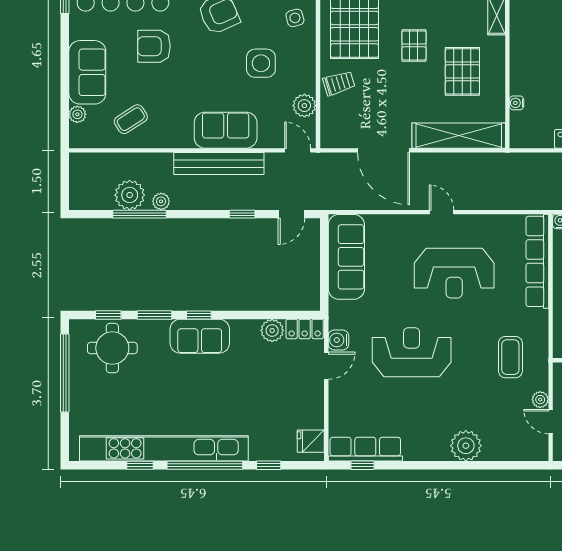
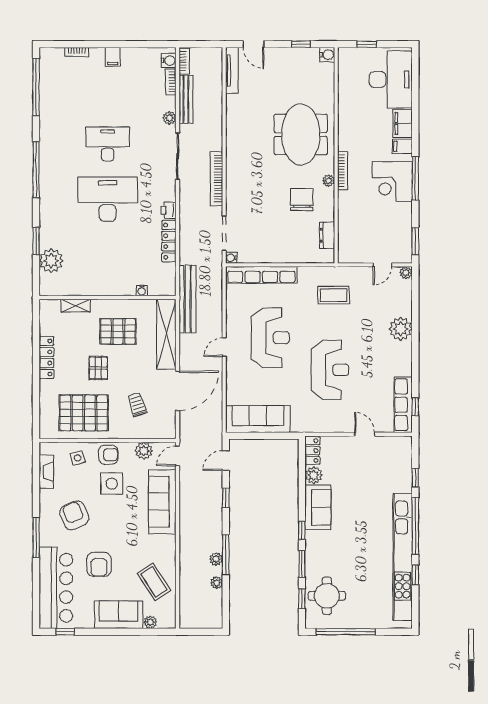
pallet: (414, 45) -> (98, 368), turned 90
armchair: (299, 59) -> (108, 455), added
trolley: (339, 83) -> (137, 405), moved
coffee table: (131, 119) -> (154, 582), width x1.36, depth x1.30
sofa: (226, 130) -> (162, 502), width x1.36
bench: (219, 164) -> (188, 299), moved
plant: (130, 195) -> (217, 583), width x0.53, depth x0.53
window: (140, 214) -> (226, 555), moved
door: (291, 214) -> (226, 461), swing flipped
sofa: (200, 336) -> (318, 507), moved
water cooler: (338, 340) -> (321, 425), removed
reception desk: (412, 352) -> (330, 370), turned 180
door: (326, 366) -> (365, 434), moved
plant: (540, 400) -> (406, 273), moved
fridge: (311, 441) -> (397, 446), removed

